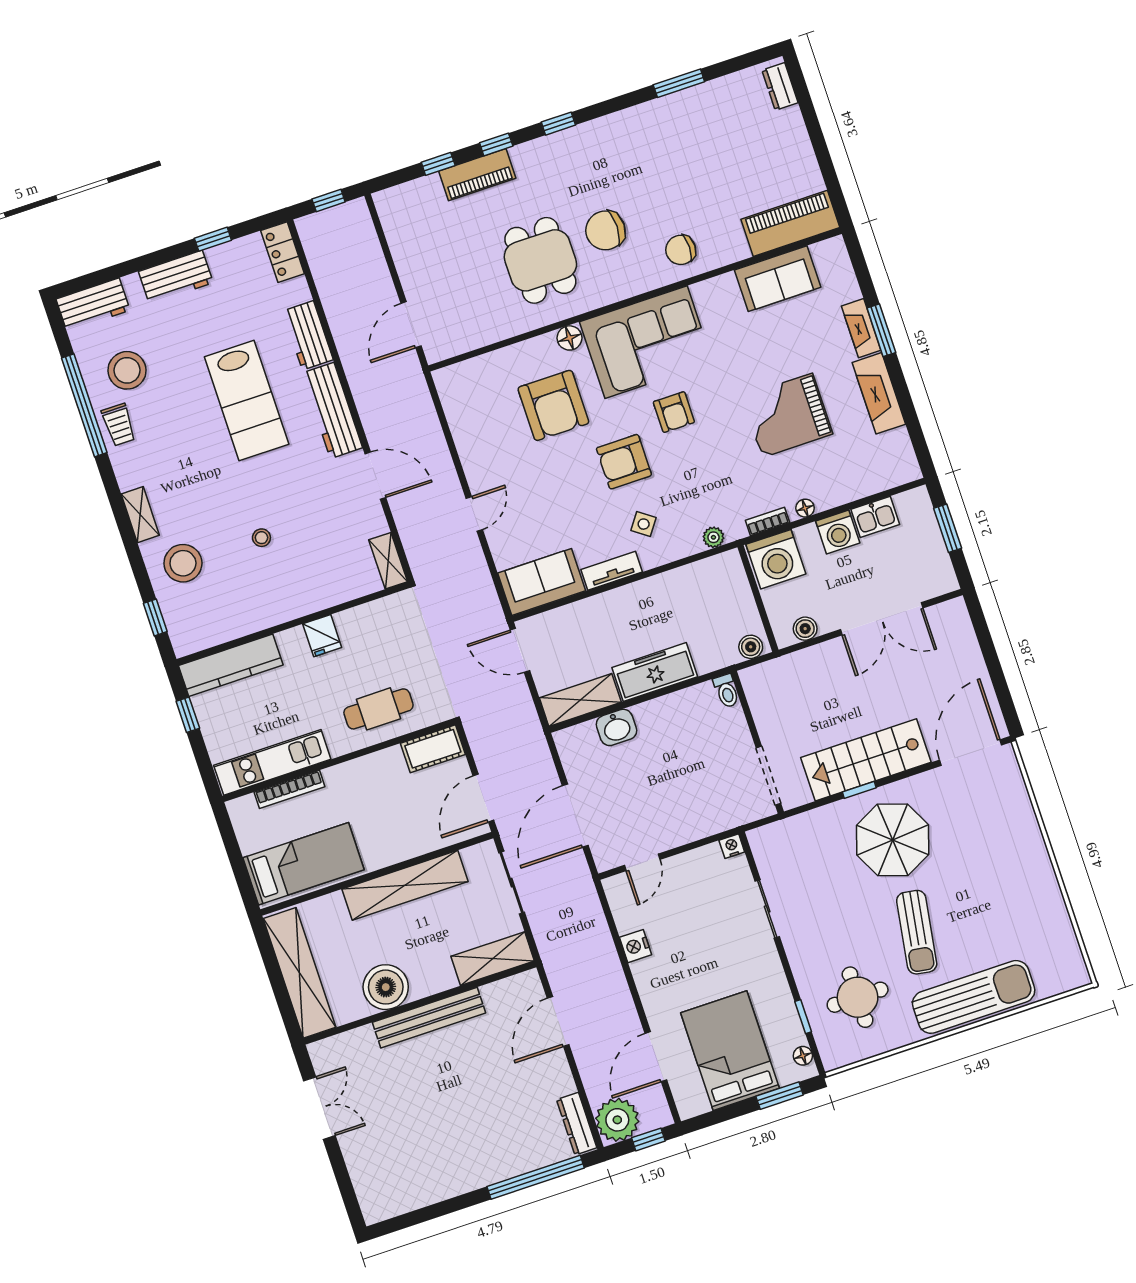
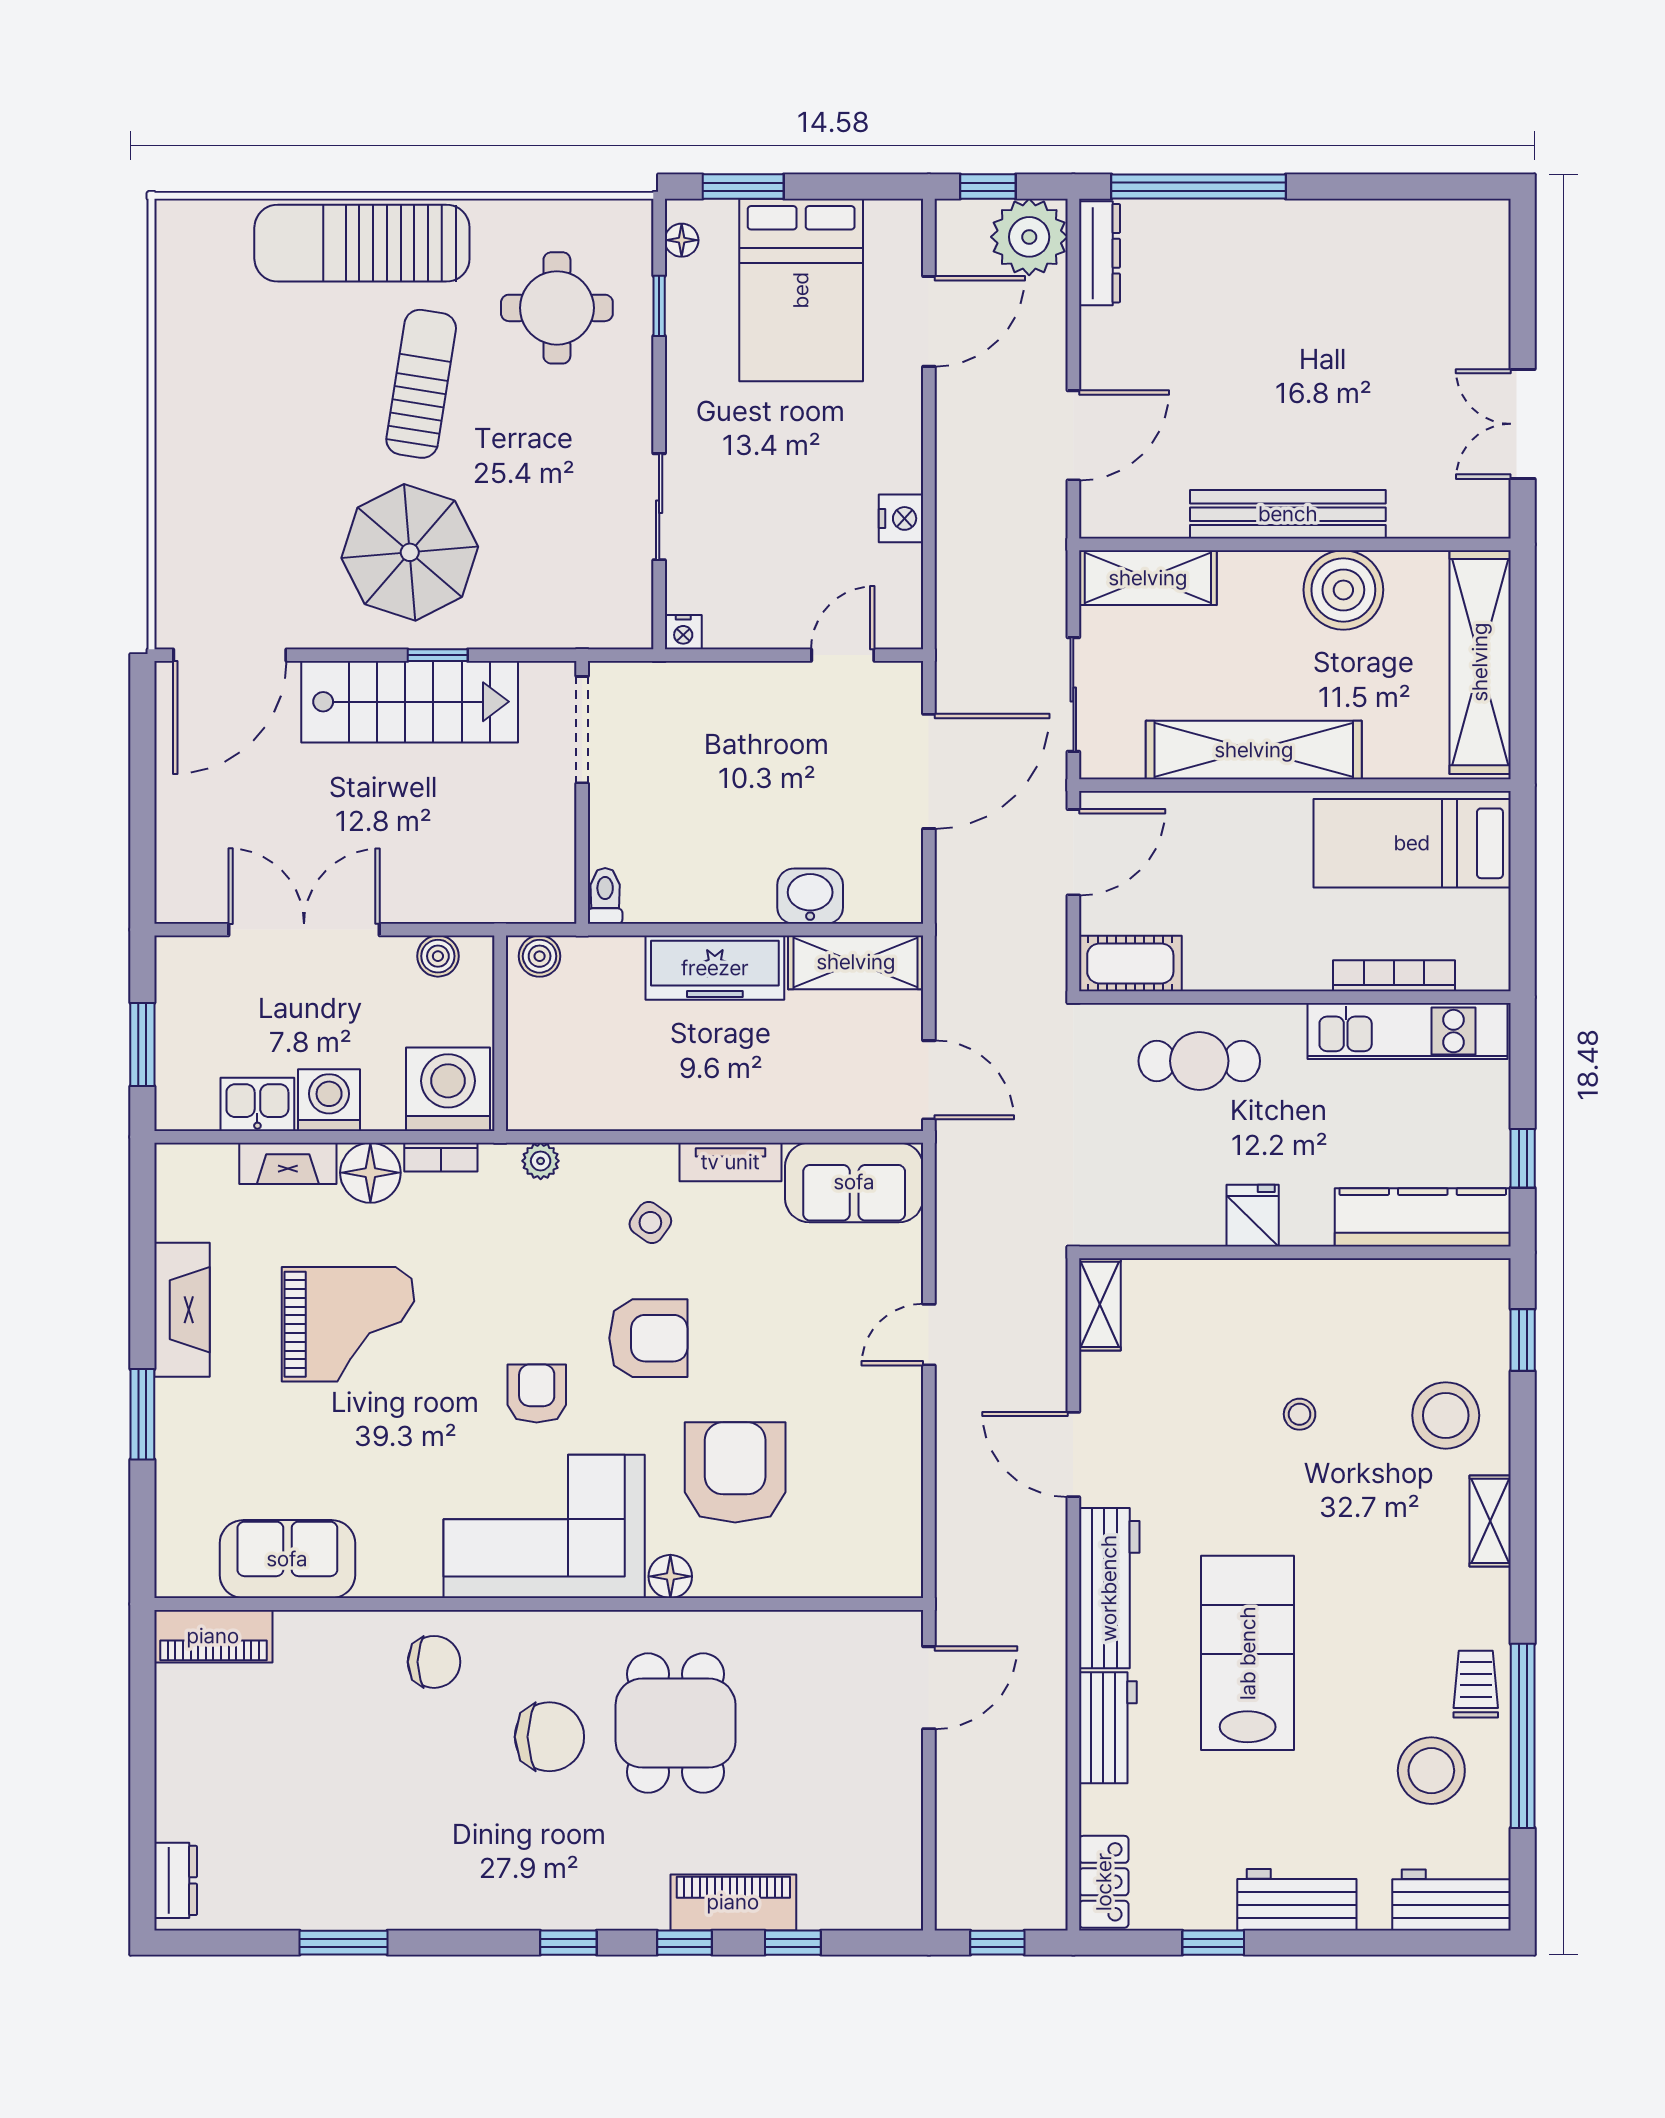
piano: (790, 223) -> (213, 1636), width x0.73, depth x0.75
fireplace: (861, 328) -> (288, 1163), moved, turned 90
floor lamp: (805, 508) -> (370, 1173), width x1.89, depth x1.89

